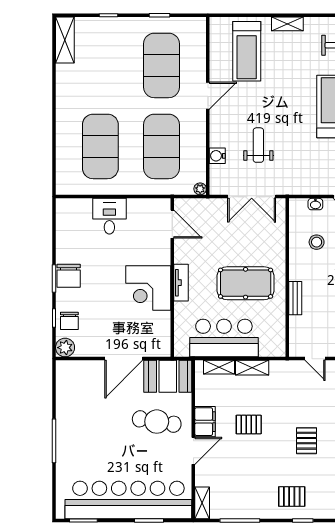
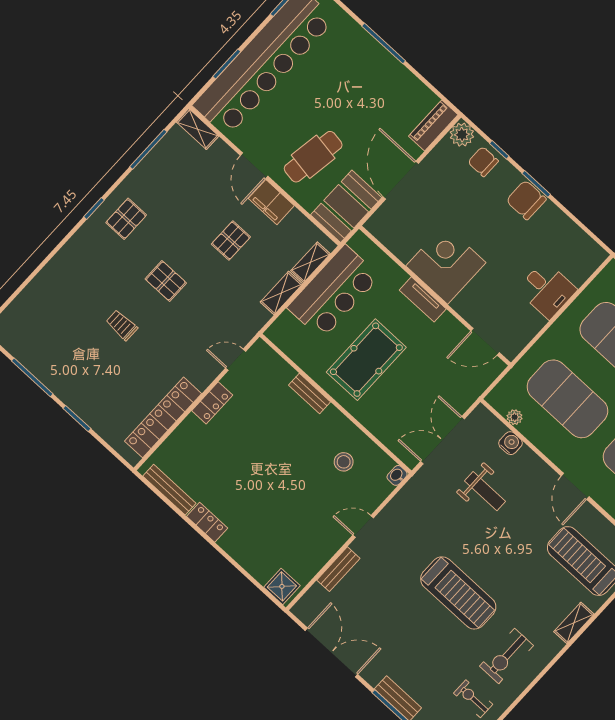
plant: (200, 189) -> (515, 417), moved
washbasin: (315, 204) -> (397, 475), moved
piano: (75, 369) -> (433, 125), added

